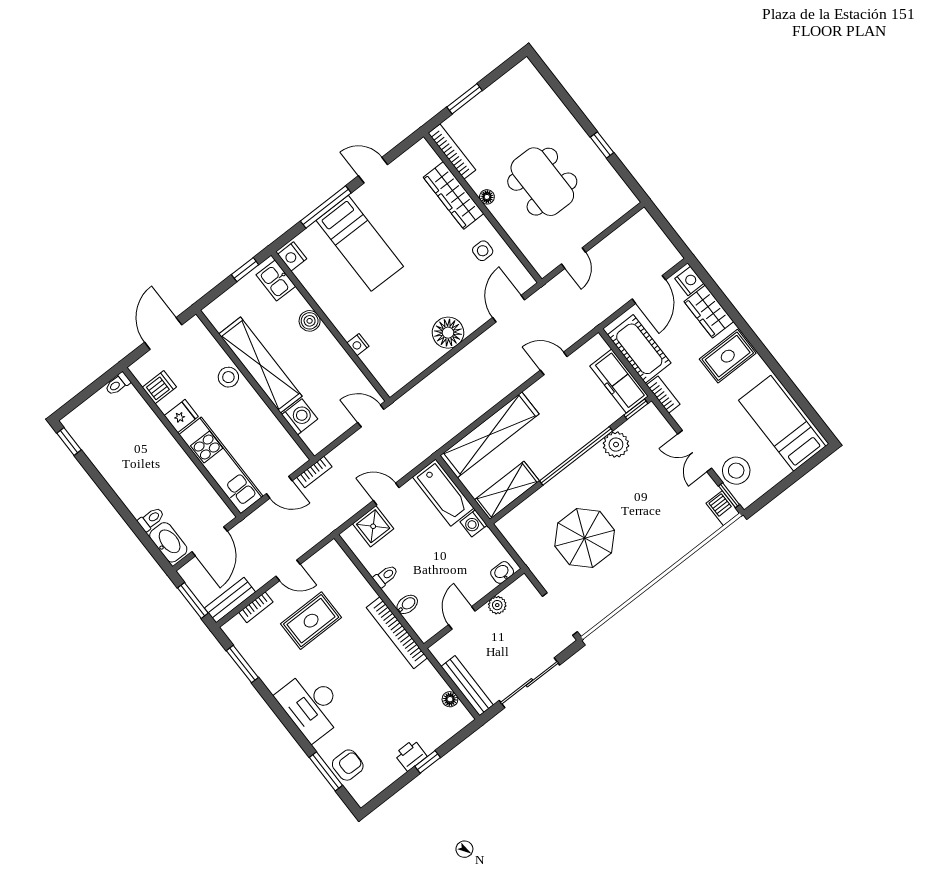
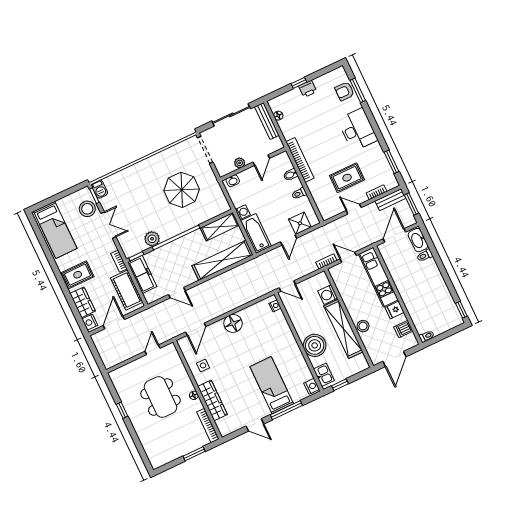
boiler: (310, 321) -> (315, 345), width x1.86, depth x1.86
nightstand: (358, 345) -> (275, 306), moved
door: (386, 494) -> (288, 240), hinge flipped

